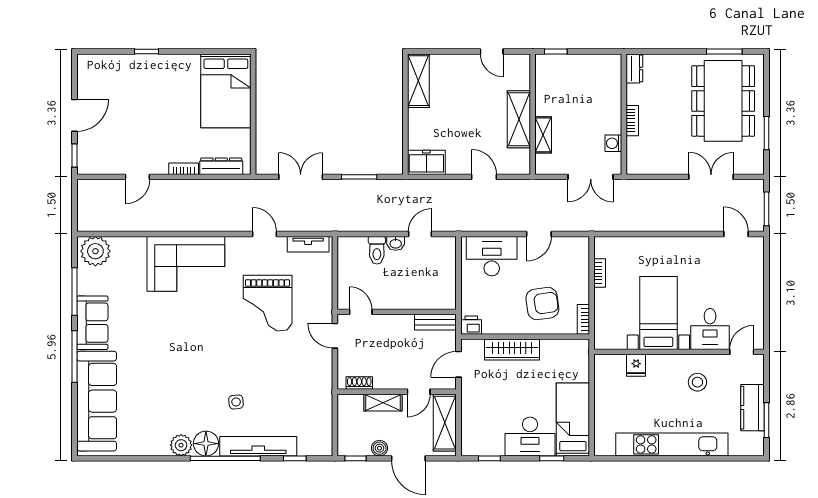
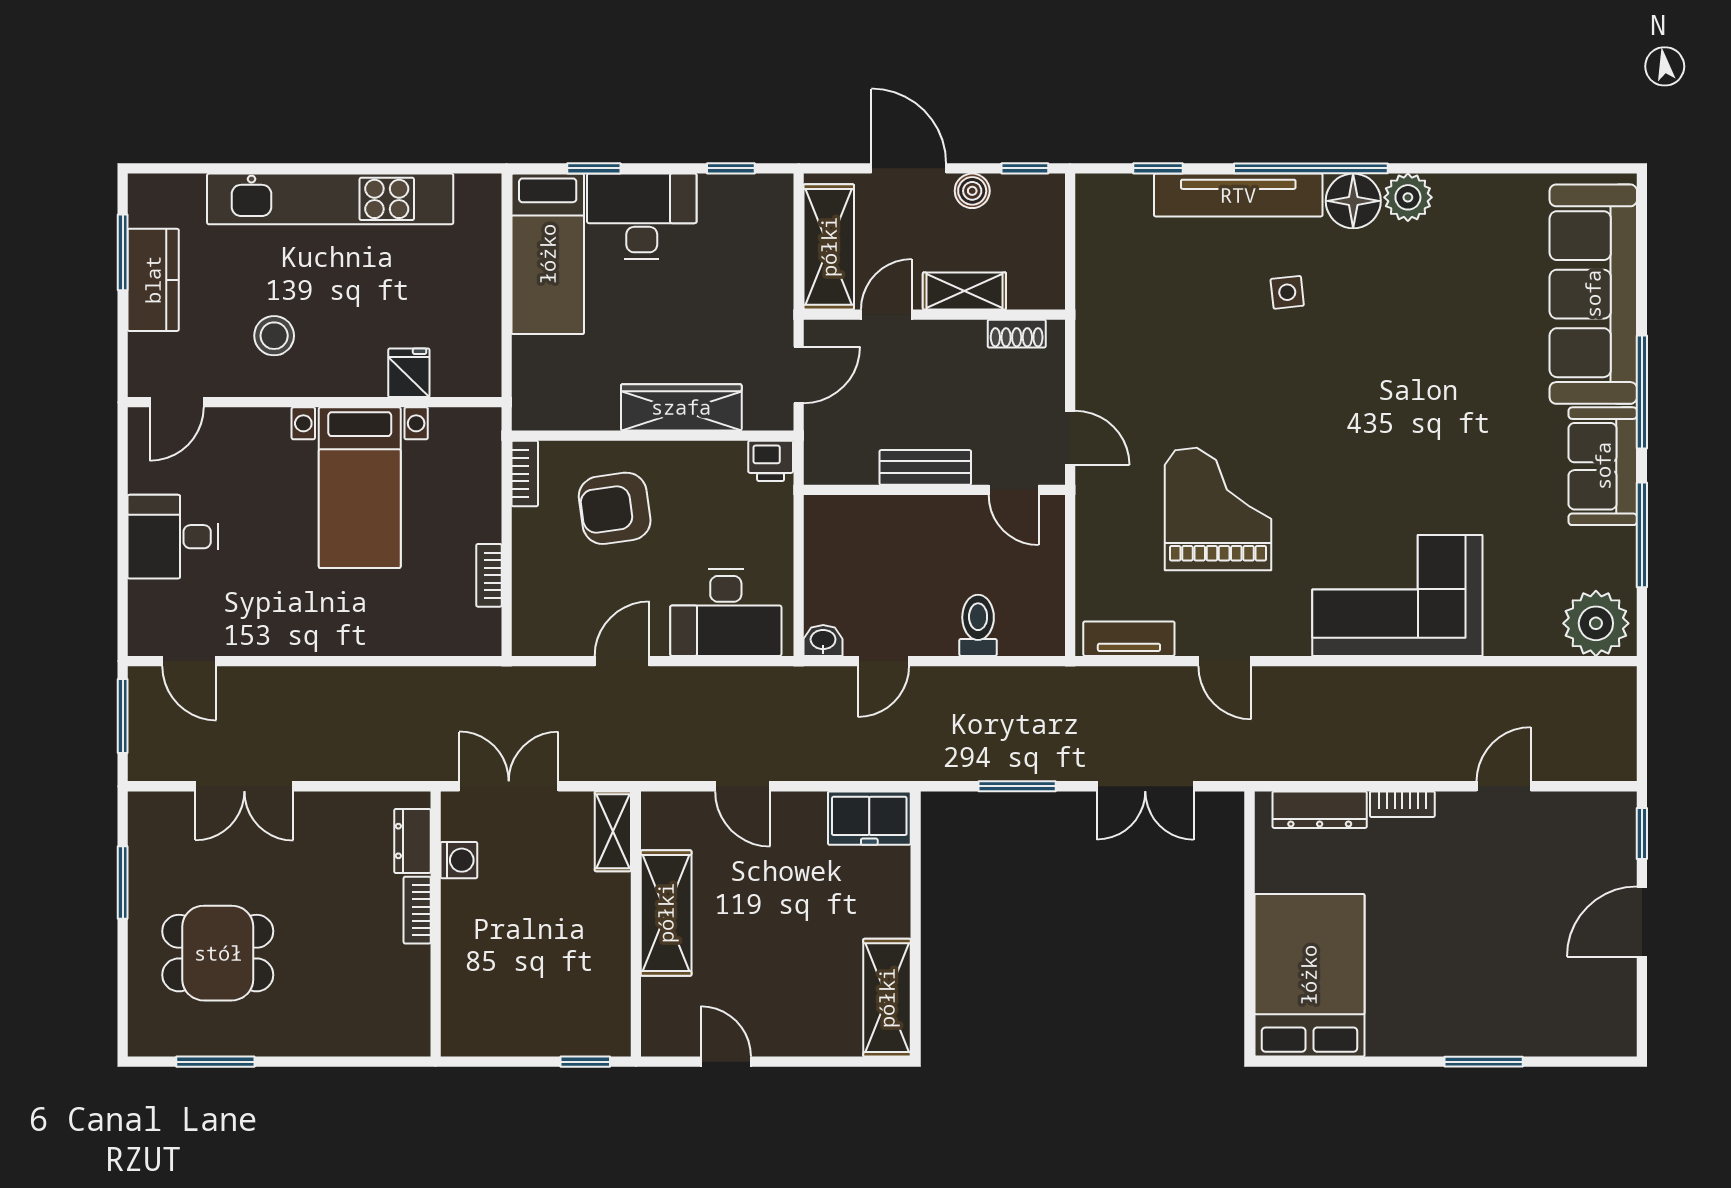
window: (147, 51) -> (1484, 1062), width x1.50
dresser: (634, 68) -> (412, 841), moved
dining table: (723, 101) -> (218, 953), width x0.53, depth x0.80
shelving: (543, 135) -> (613, 831), moved
washbasin: (396, 243) -> (823, 640), moved
bench: (435, 322) -> (925, 467), moved
desk: (710, 329) -> (173, 537), moved, turned -90

